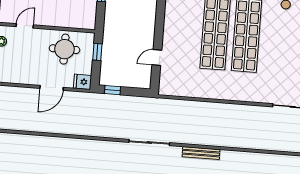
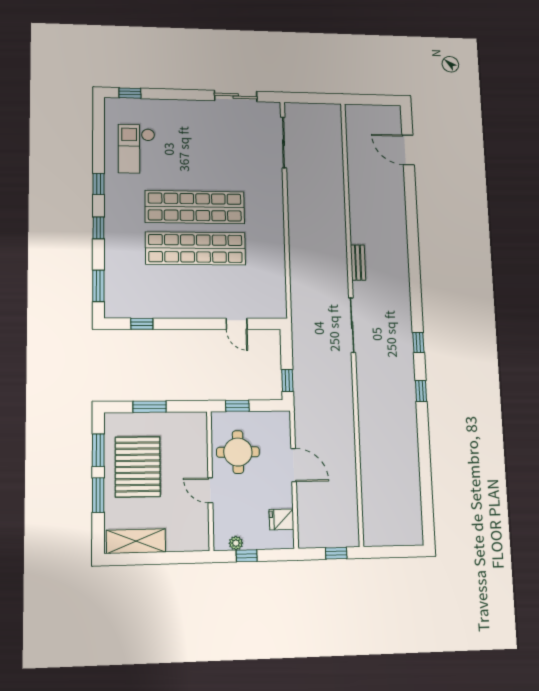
door: (25, 26) -> (210, 490), moved
fridge: (82, 82) -> (282, 519), moved, turned 90
bench: (201, 153) -> (358, 263), width x0.73

